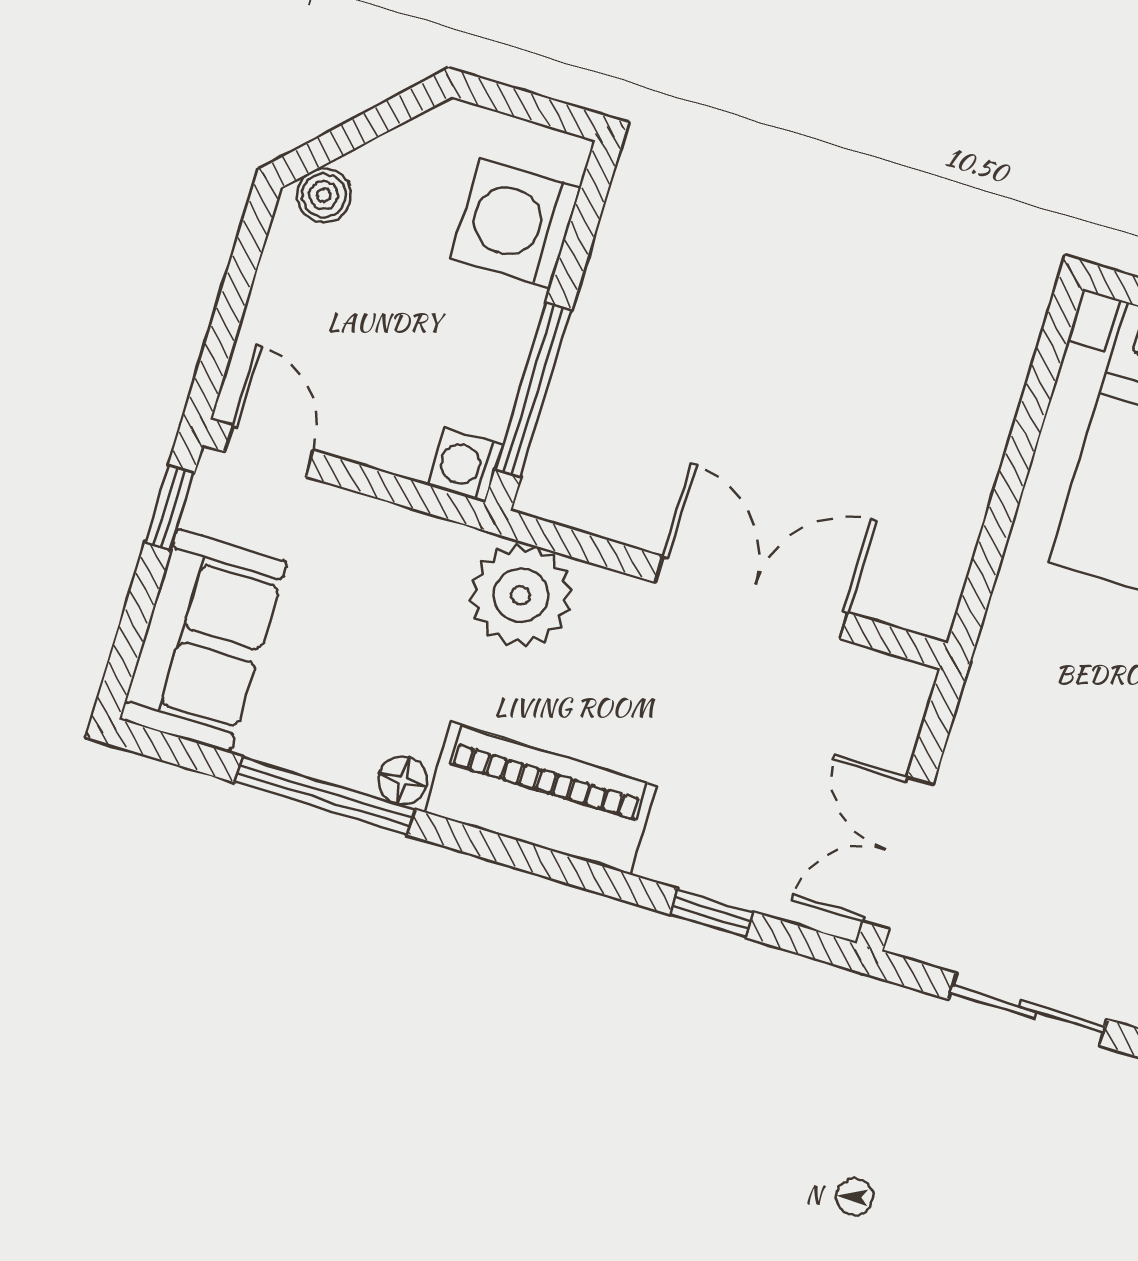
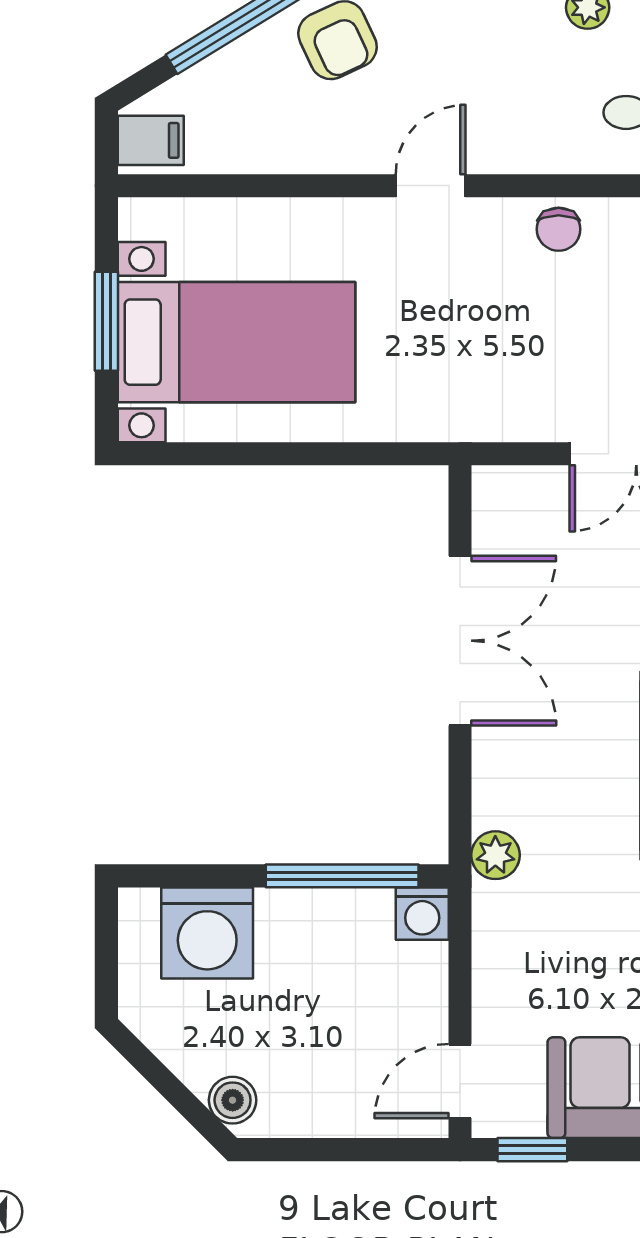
plant: (521, 595) -> (495, 855), width x0.53, depth x0.53
double door: (752, 598) -> (460, 641), swing flipped

